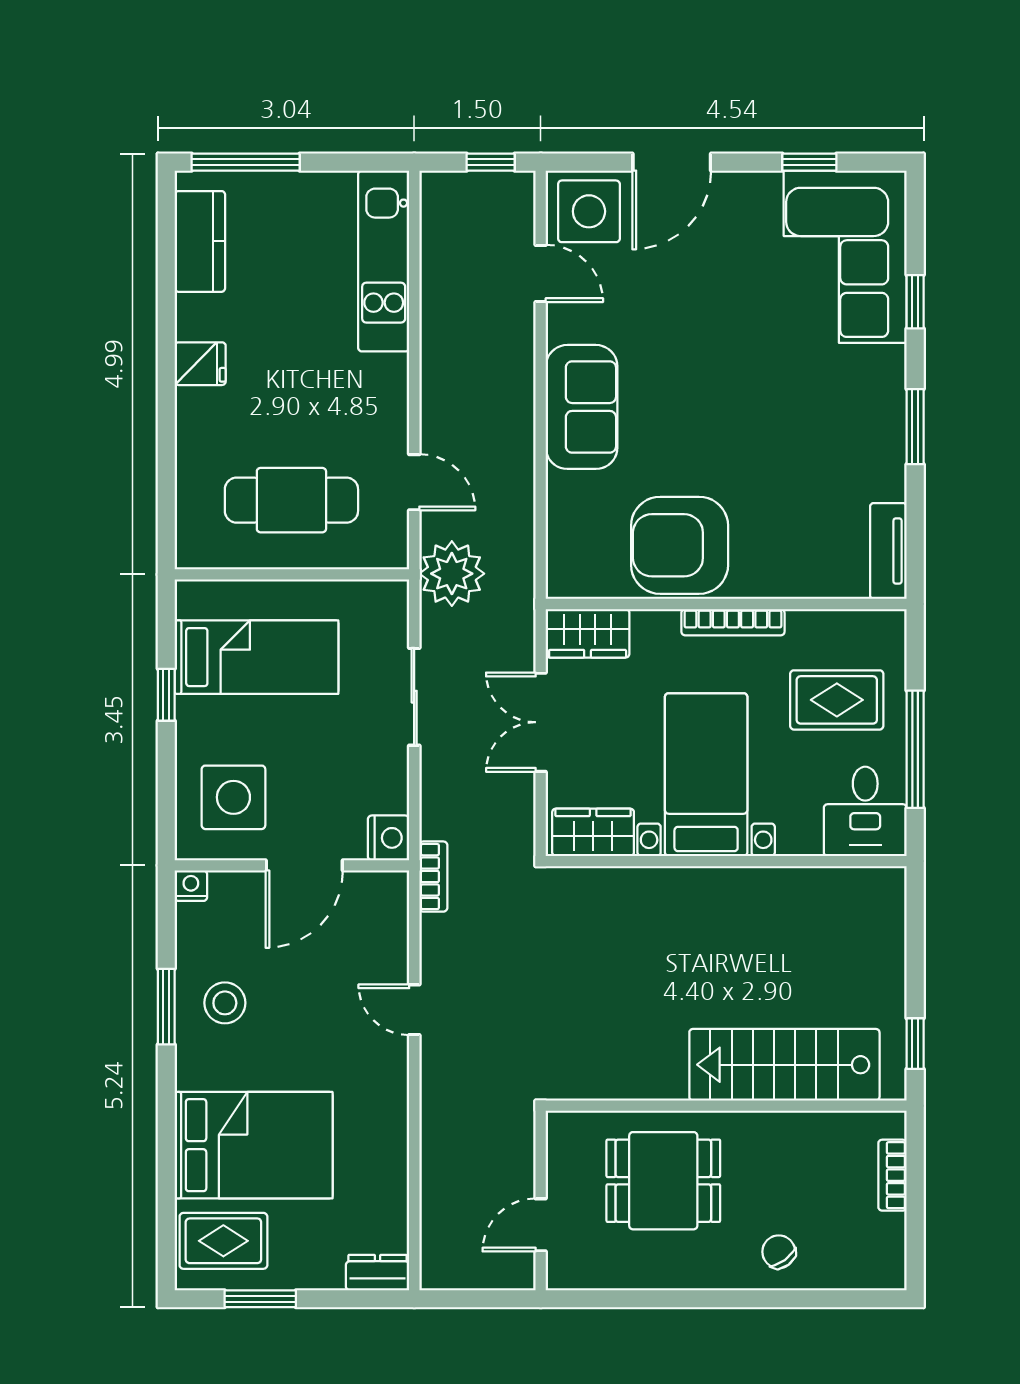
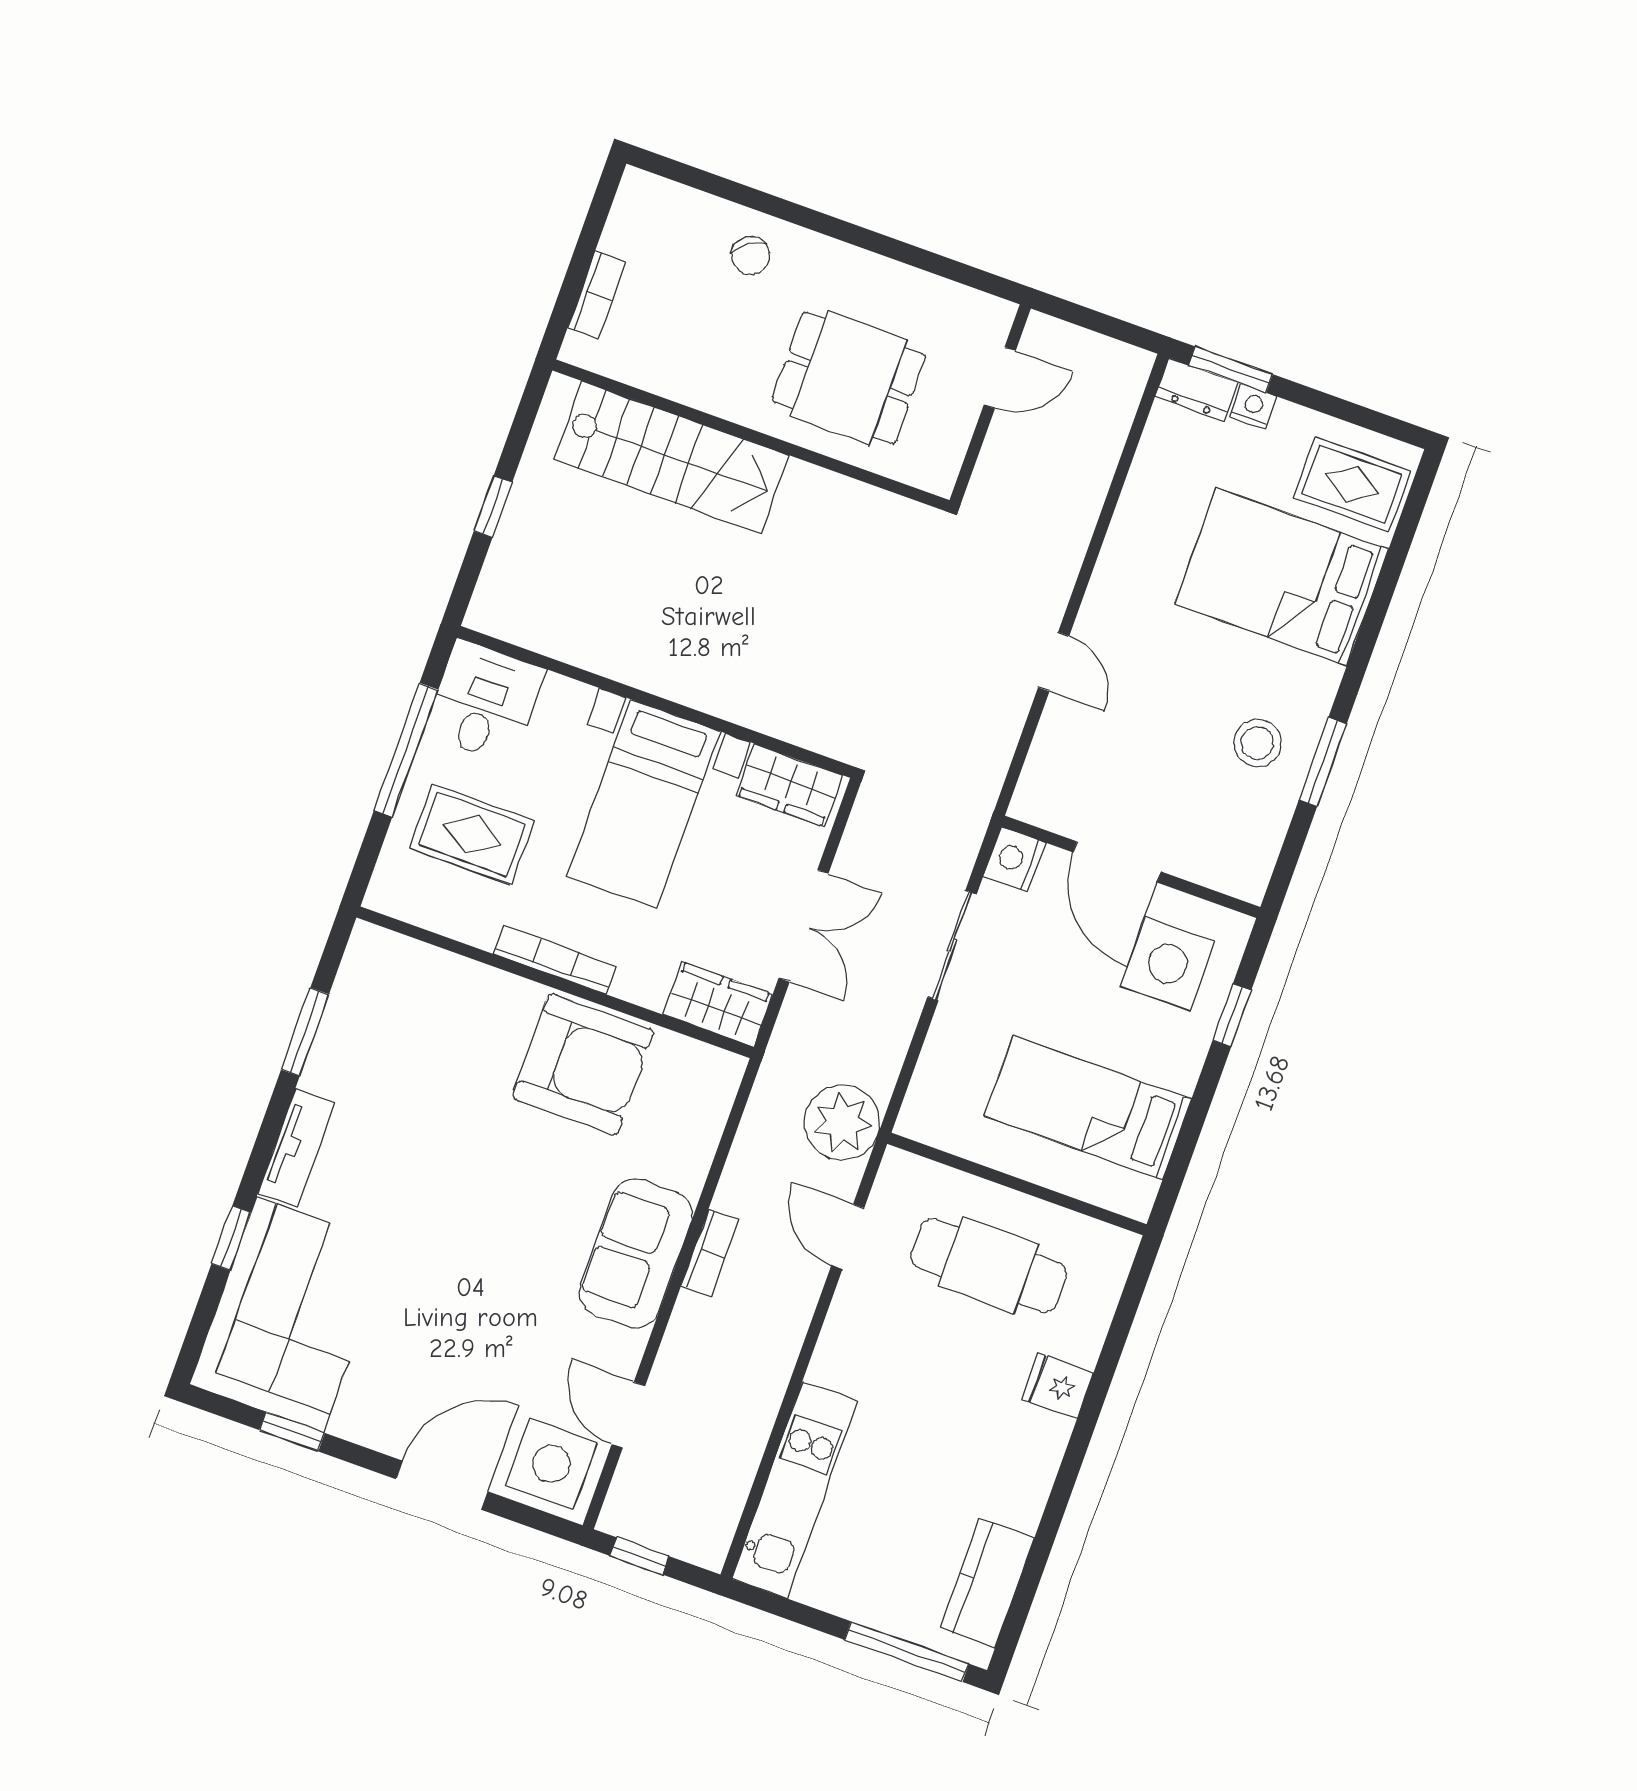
fridge: (200, 364) -> (1058, 1386), moved
window: (915, 427) -> (305, 1032), moved
tv unit: (888, 551) -> (296, 1148), moved
window: (166, 695) -> (1232, 1015), moved
sliding door: (414, 697) -> (952, 946), moved
door: (304, 865) -> (1117, 862), swing flipped
bookcase: (433, 877) -> (710, 1253), moved, turned 180
nightstand: (191, 886) -> (1253, 407), moved, turned 180
window: (915, 1044) -> (493, 507), moved
window: (260, 1299) -> (1231, 369), moved

